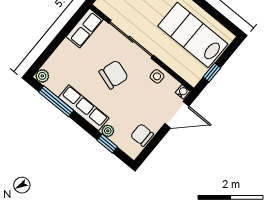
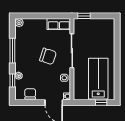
window: (212, 72) -> (101, 103), moved
window: (56, 101) -> (12, 51), moved
row of seats: (84, 108) -> (20, 55), removed

